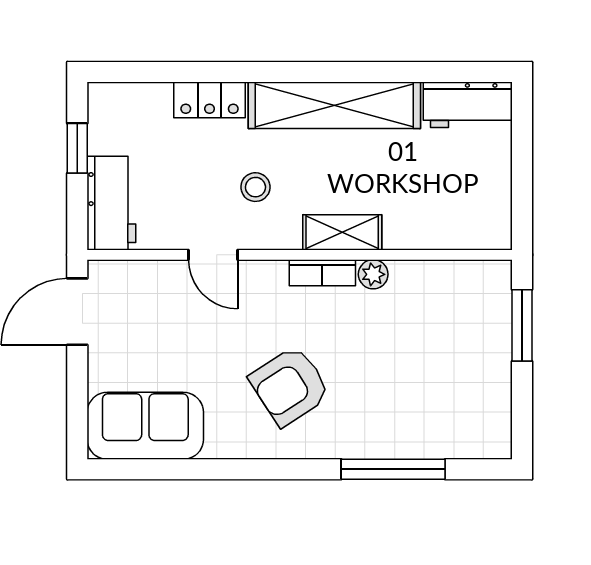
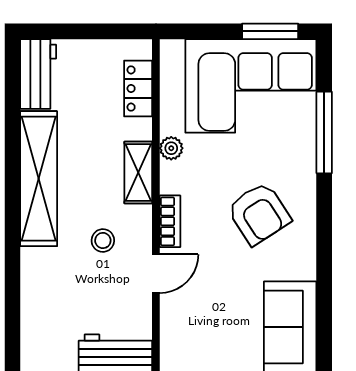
locker: (210, 100) -> (138, 88), moved, turned 180
bookcase: (322, 273) -> (170, 221), moved
window: (522, 325) -> (270, 31), moved
corner sofa: (453, 376) -> (251, 86), added

